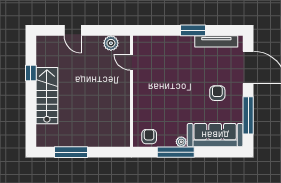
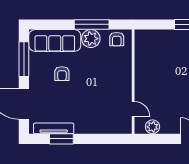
window: (193, 30) -> (61, 139), moved
armchair: (217, 93) -> (62, 74), moved
plant: (181, 142) -> (91, 39), width x1.88, depth x1.88

